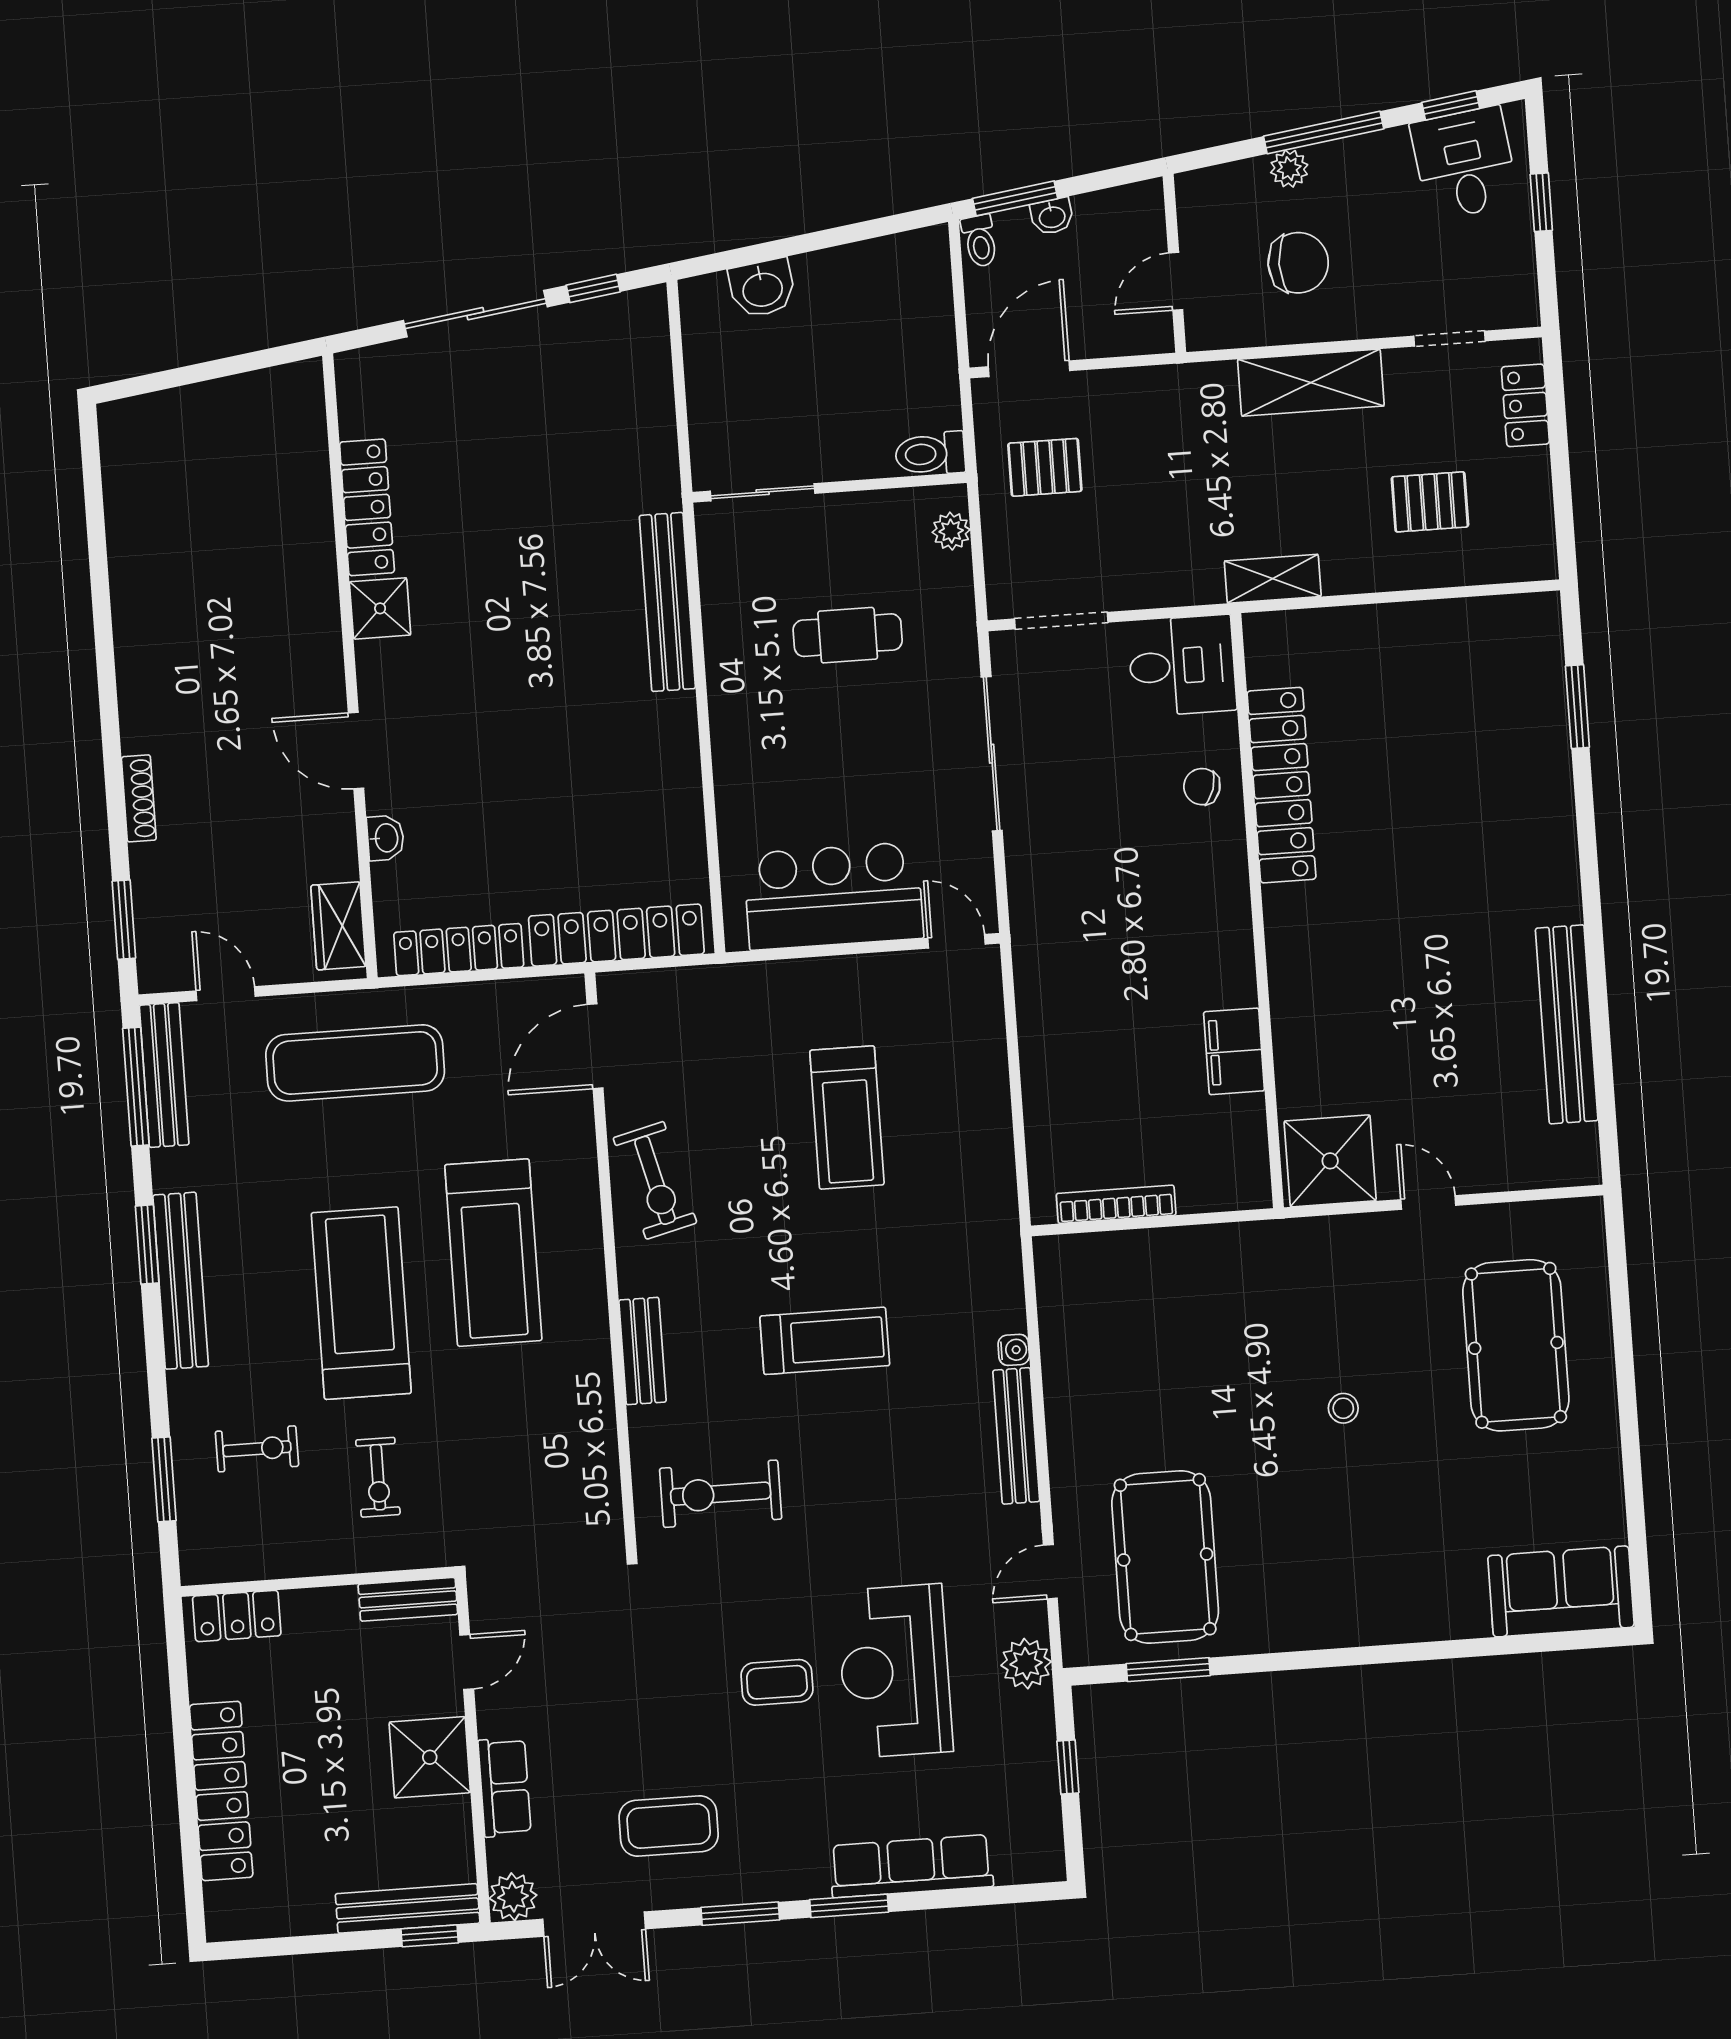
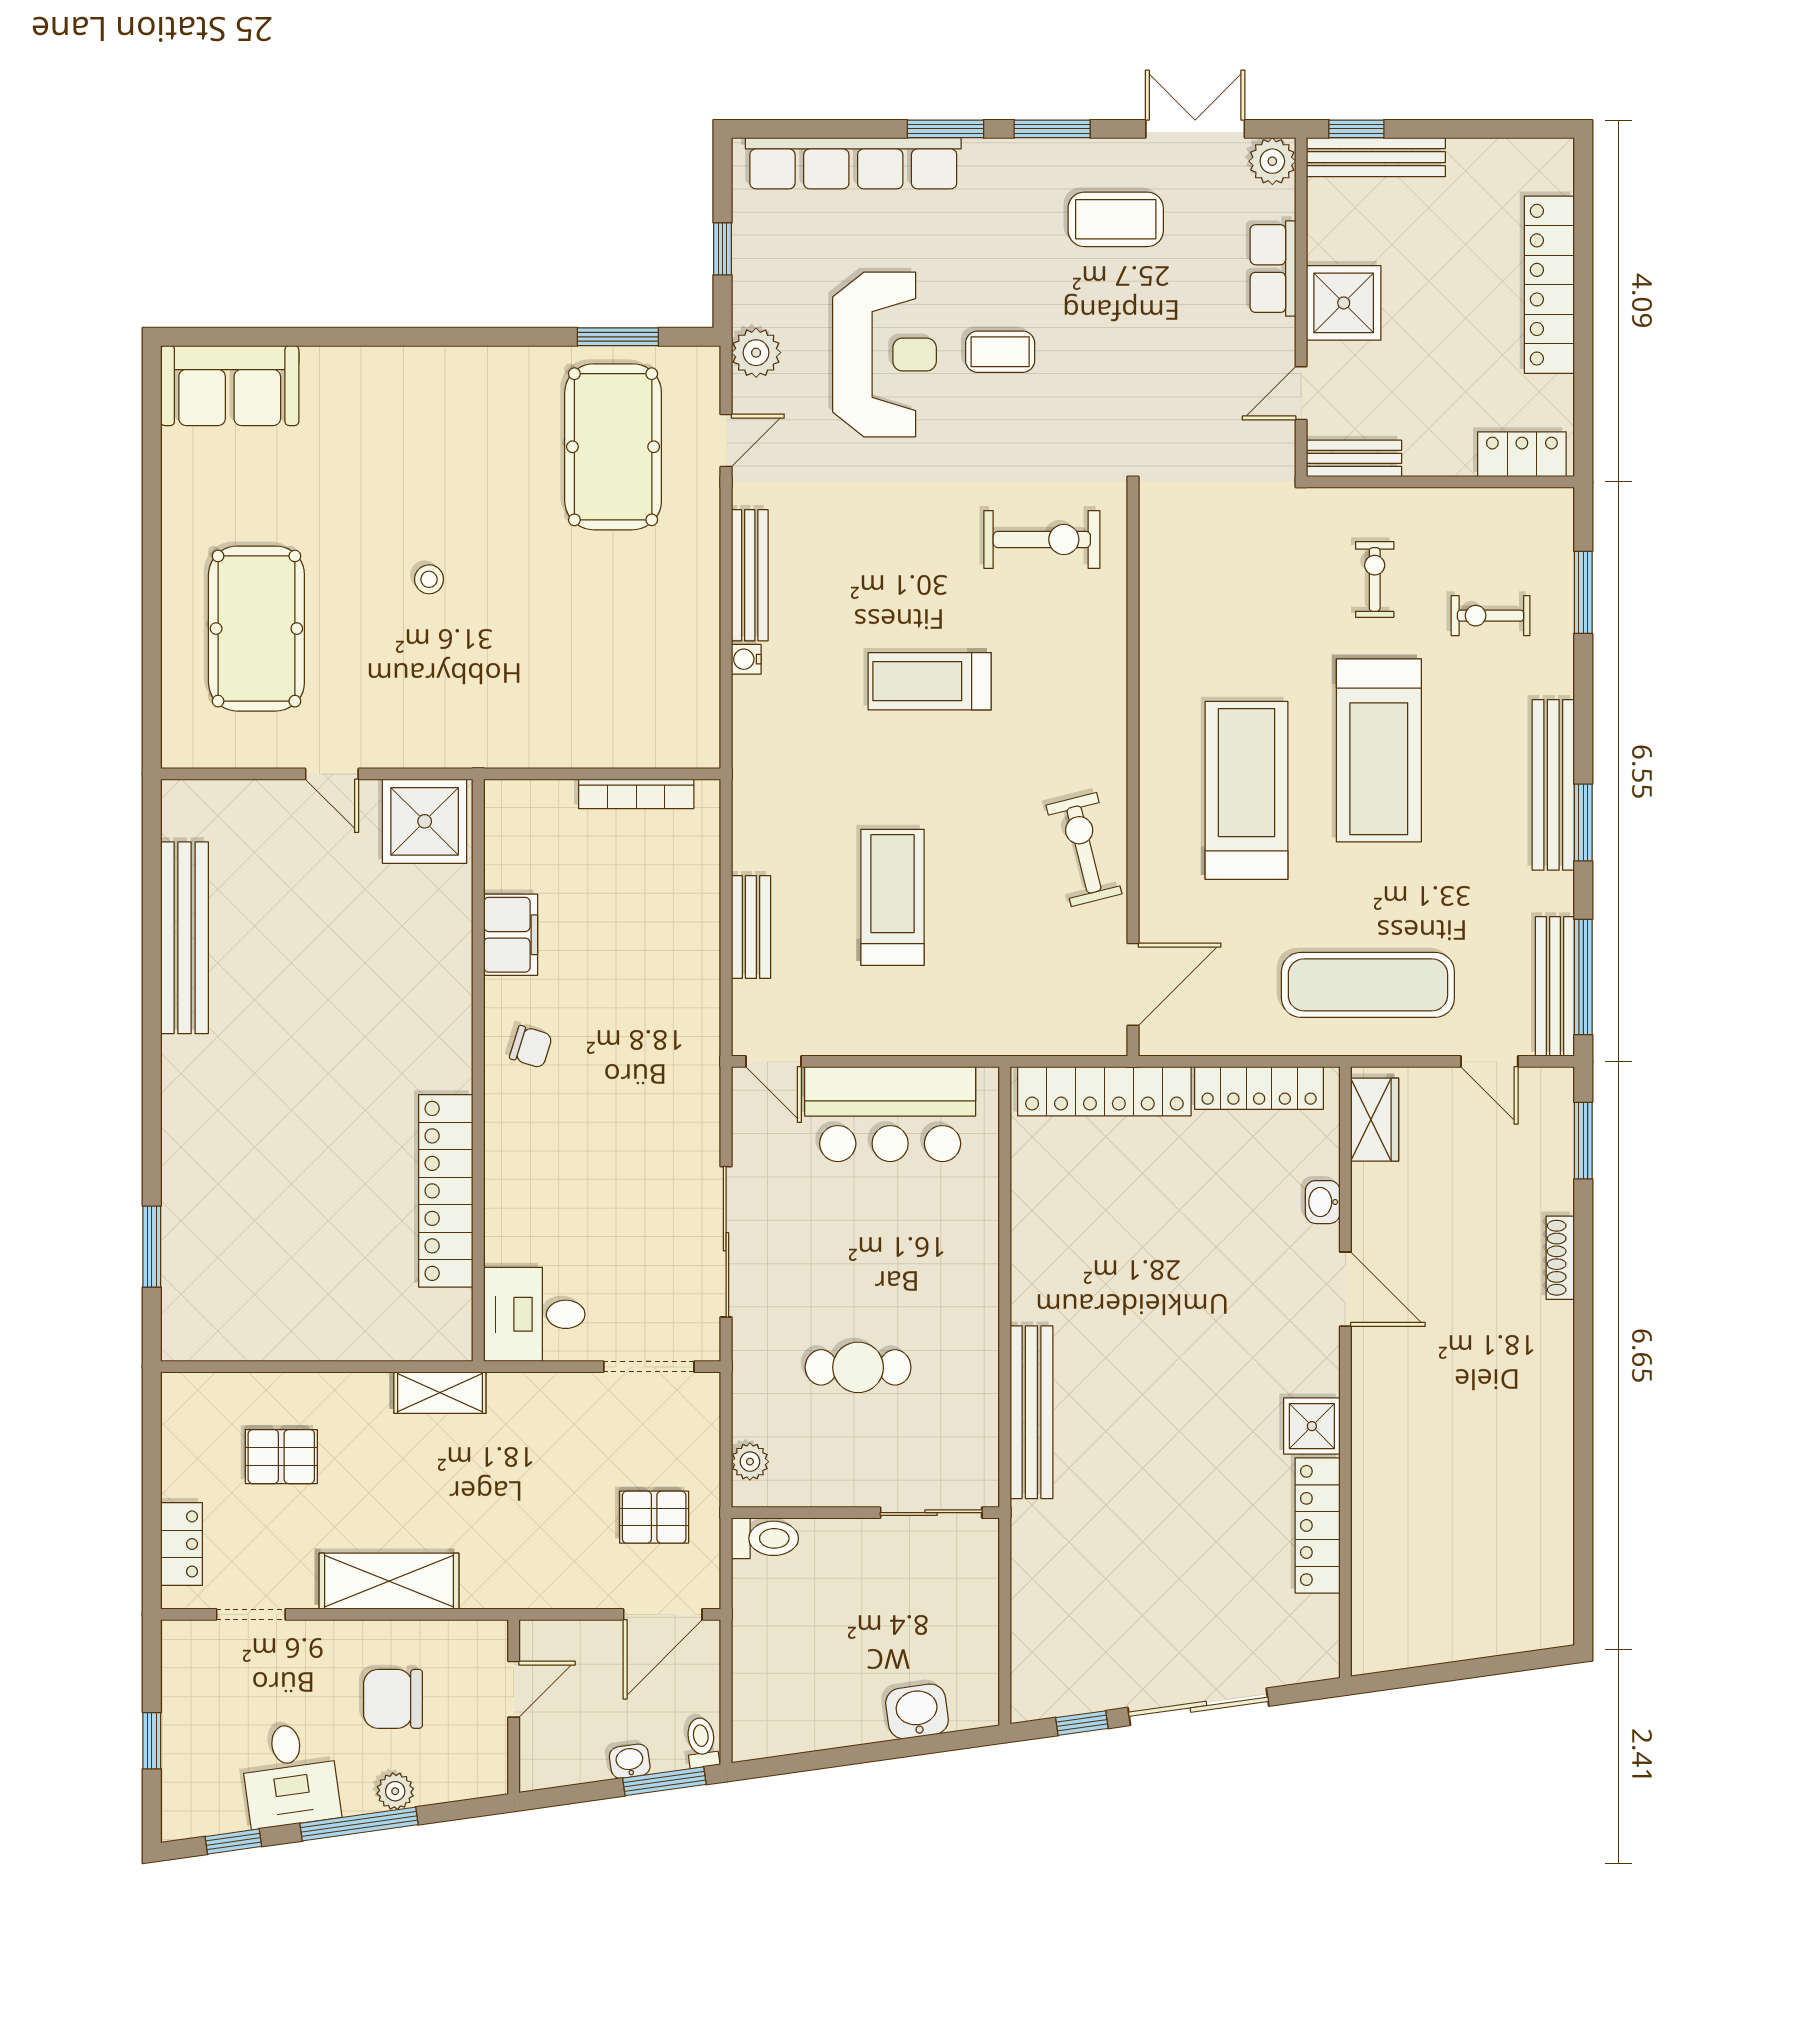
desk: (1465, 163) -> (290, 1775), moved
chair: (1202, 787) -> (531, 1047), moved
bench: (642, 1351) -> (751, 927), moved
row of seats: (911, 1866) -> (853, 163), width x1.36

